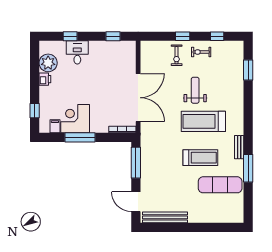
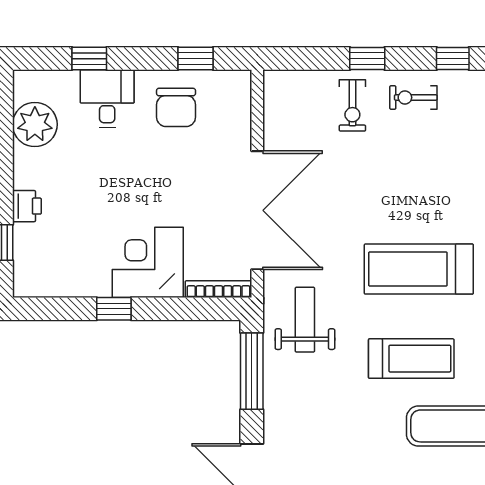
chair: (105, 56) -> (176, 107), added
printer: (45, 79) -> (27, 206), moved
weight bench: (195, 90) -> (305, 320), moved
corner desk: (75, 119) -> (148, 262), moved
filing cabinet: (55, 126) -> (52, 281), removed
window: (80, 137) -> (114, 309), width x0.46

